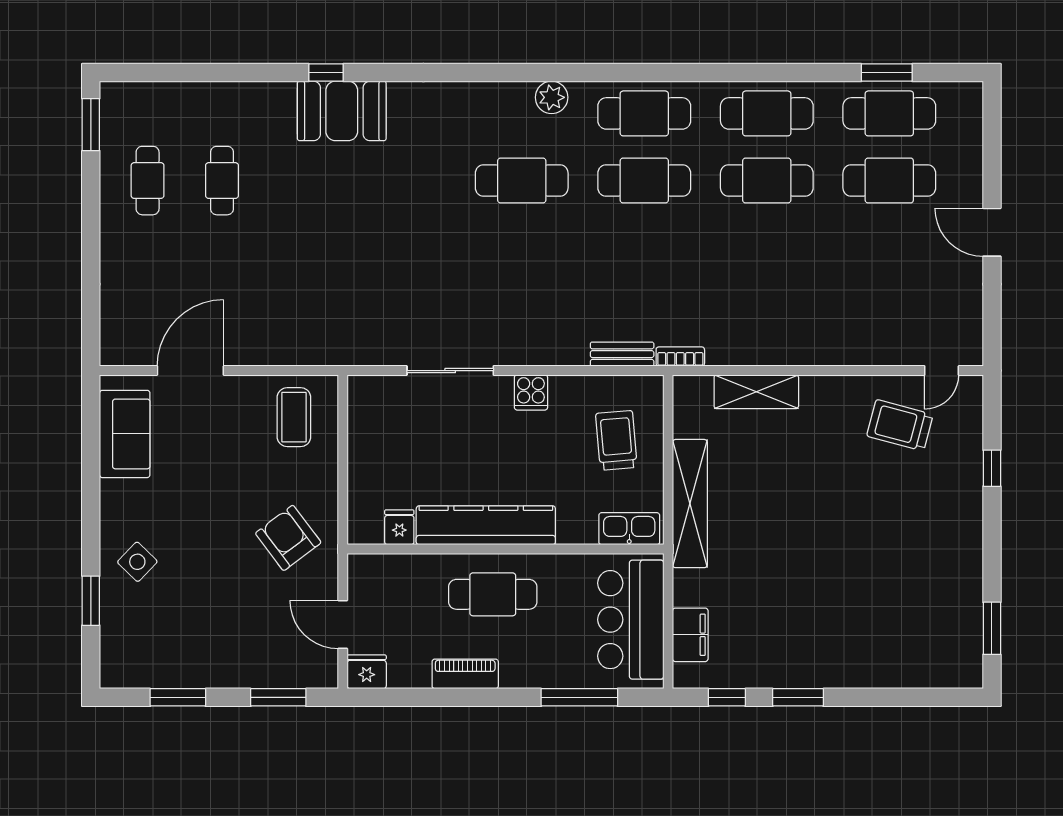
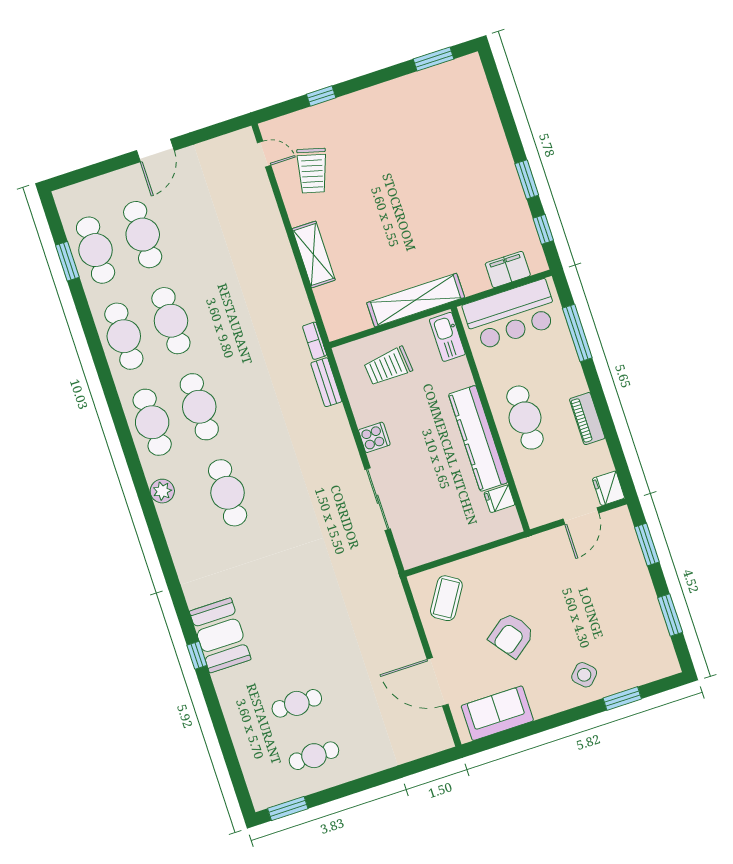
shelving: (756, 392) -> (314, 254), moved
coffee table: (294, 417) -> (446, 598), turned -58
armchair: (288, 538) -> (511, 635), moved

